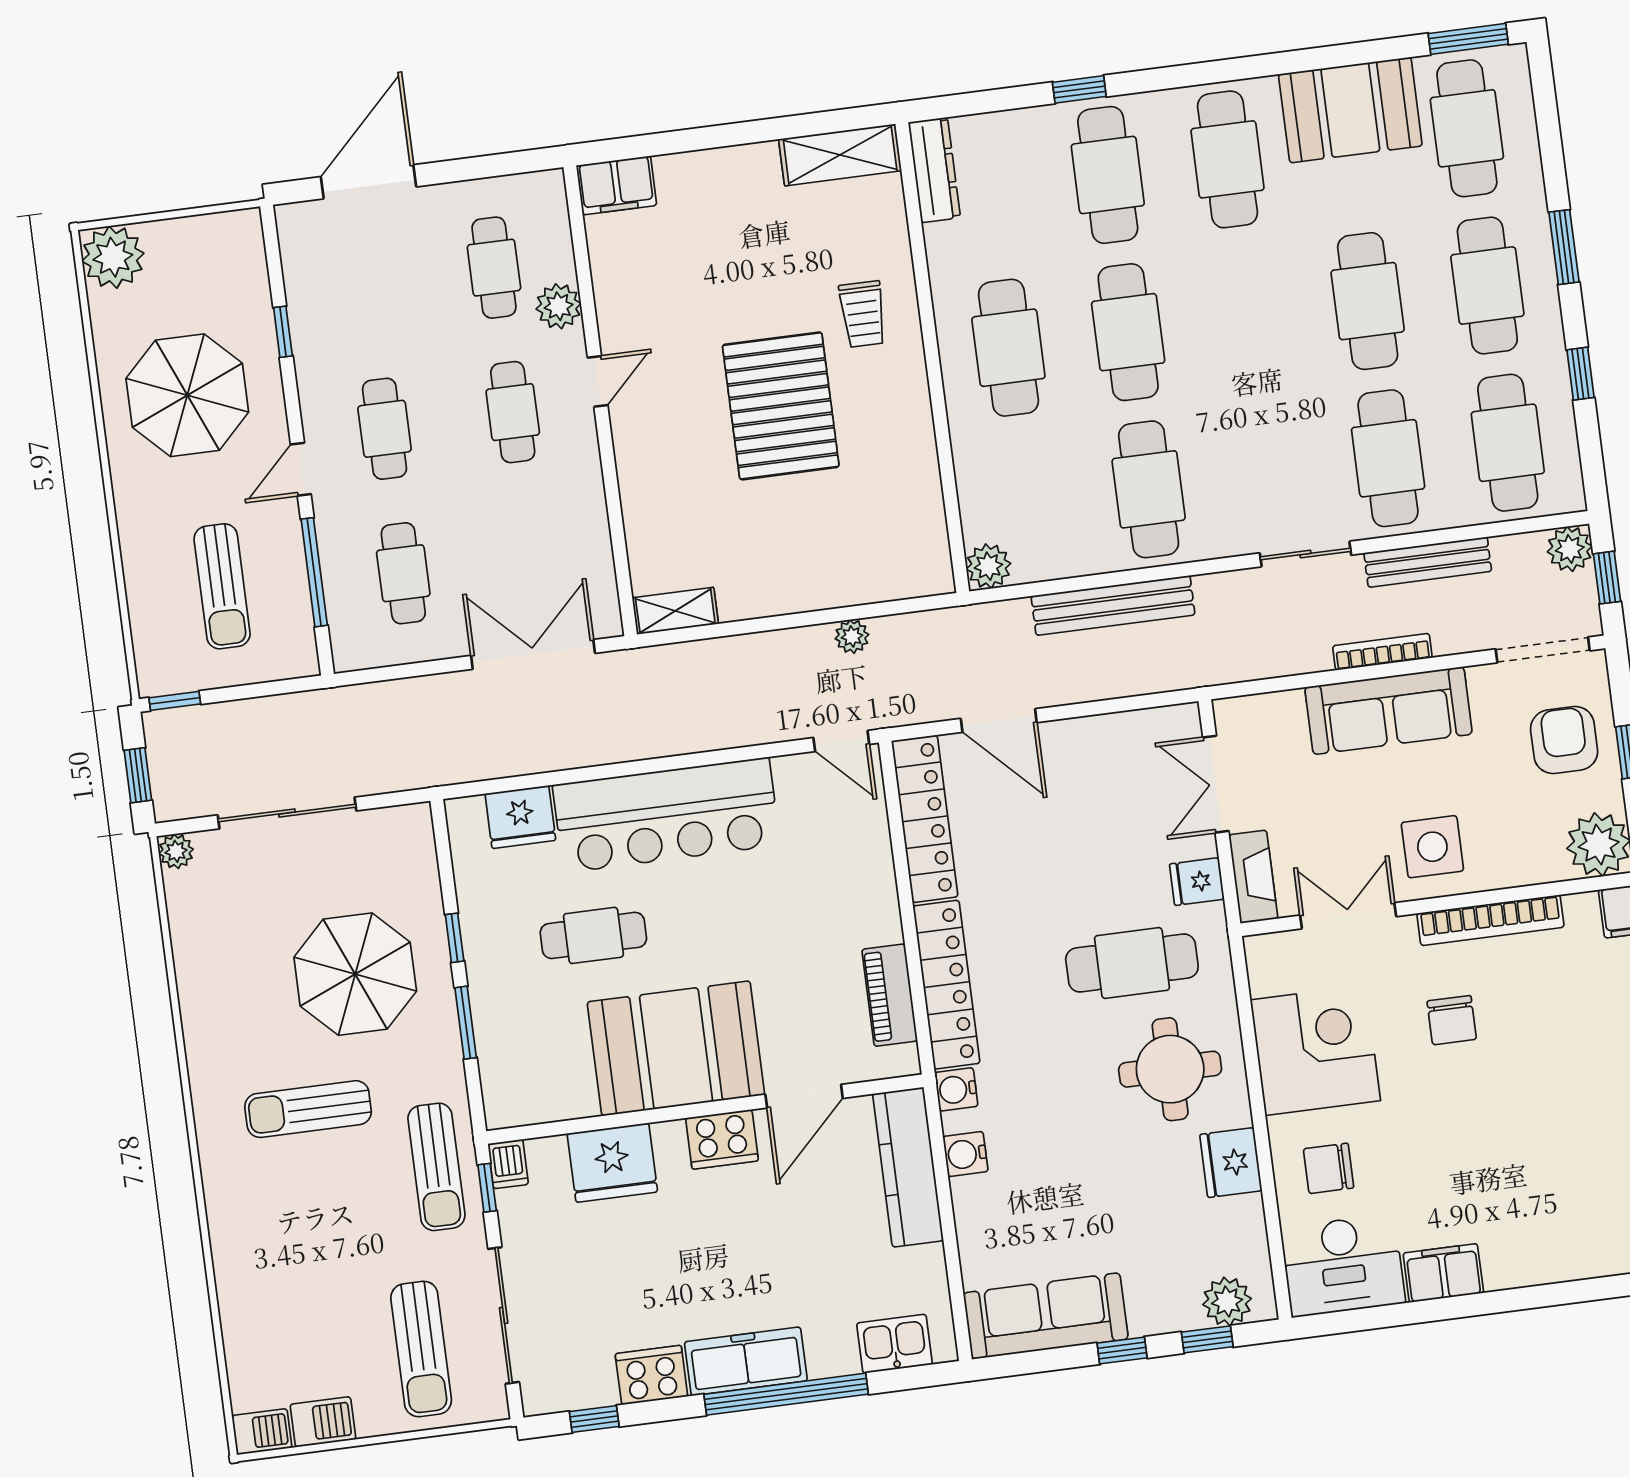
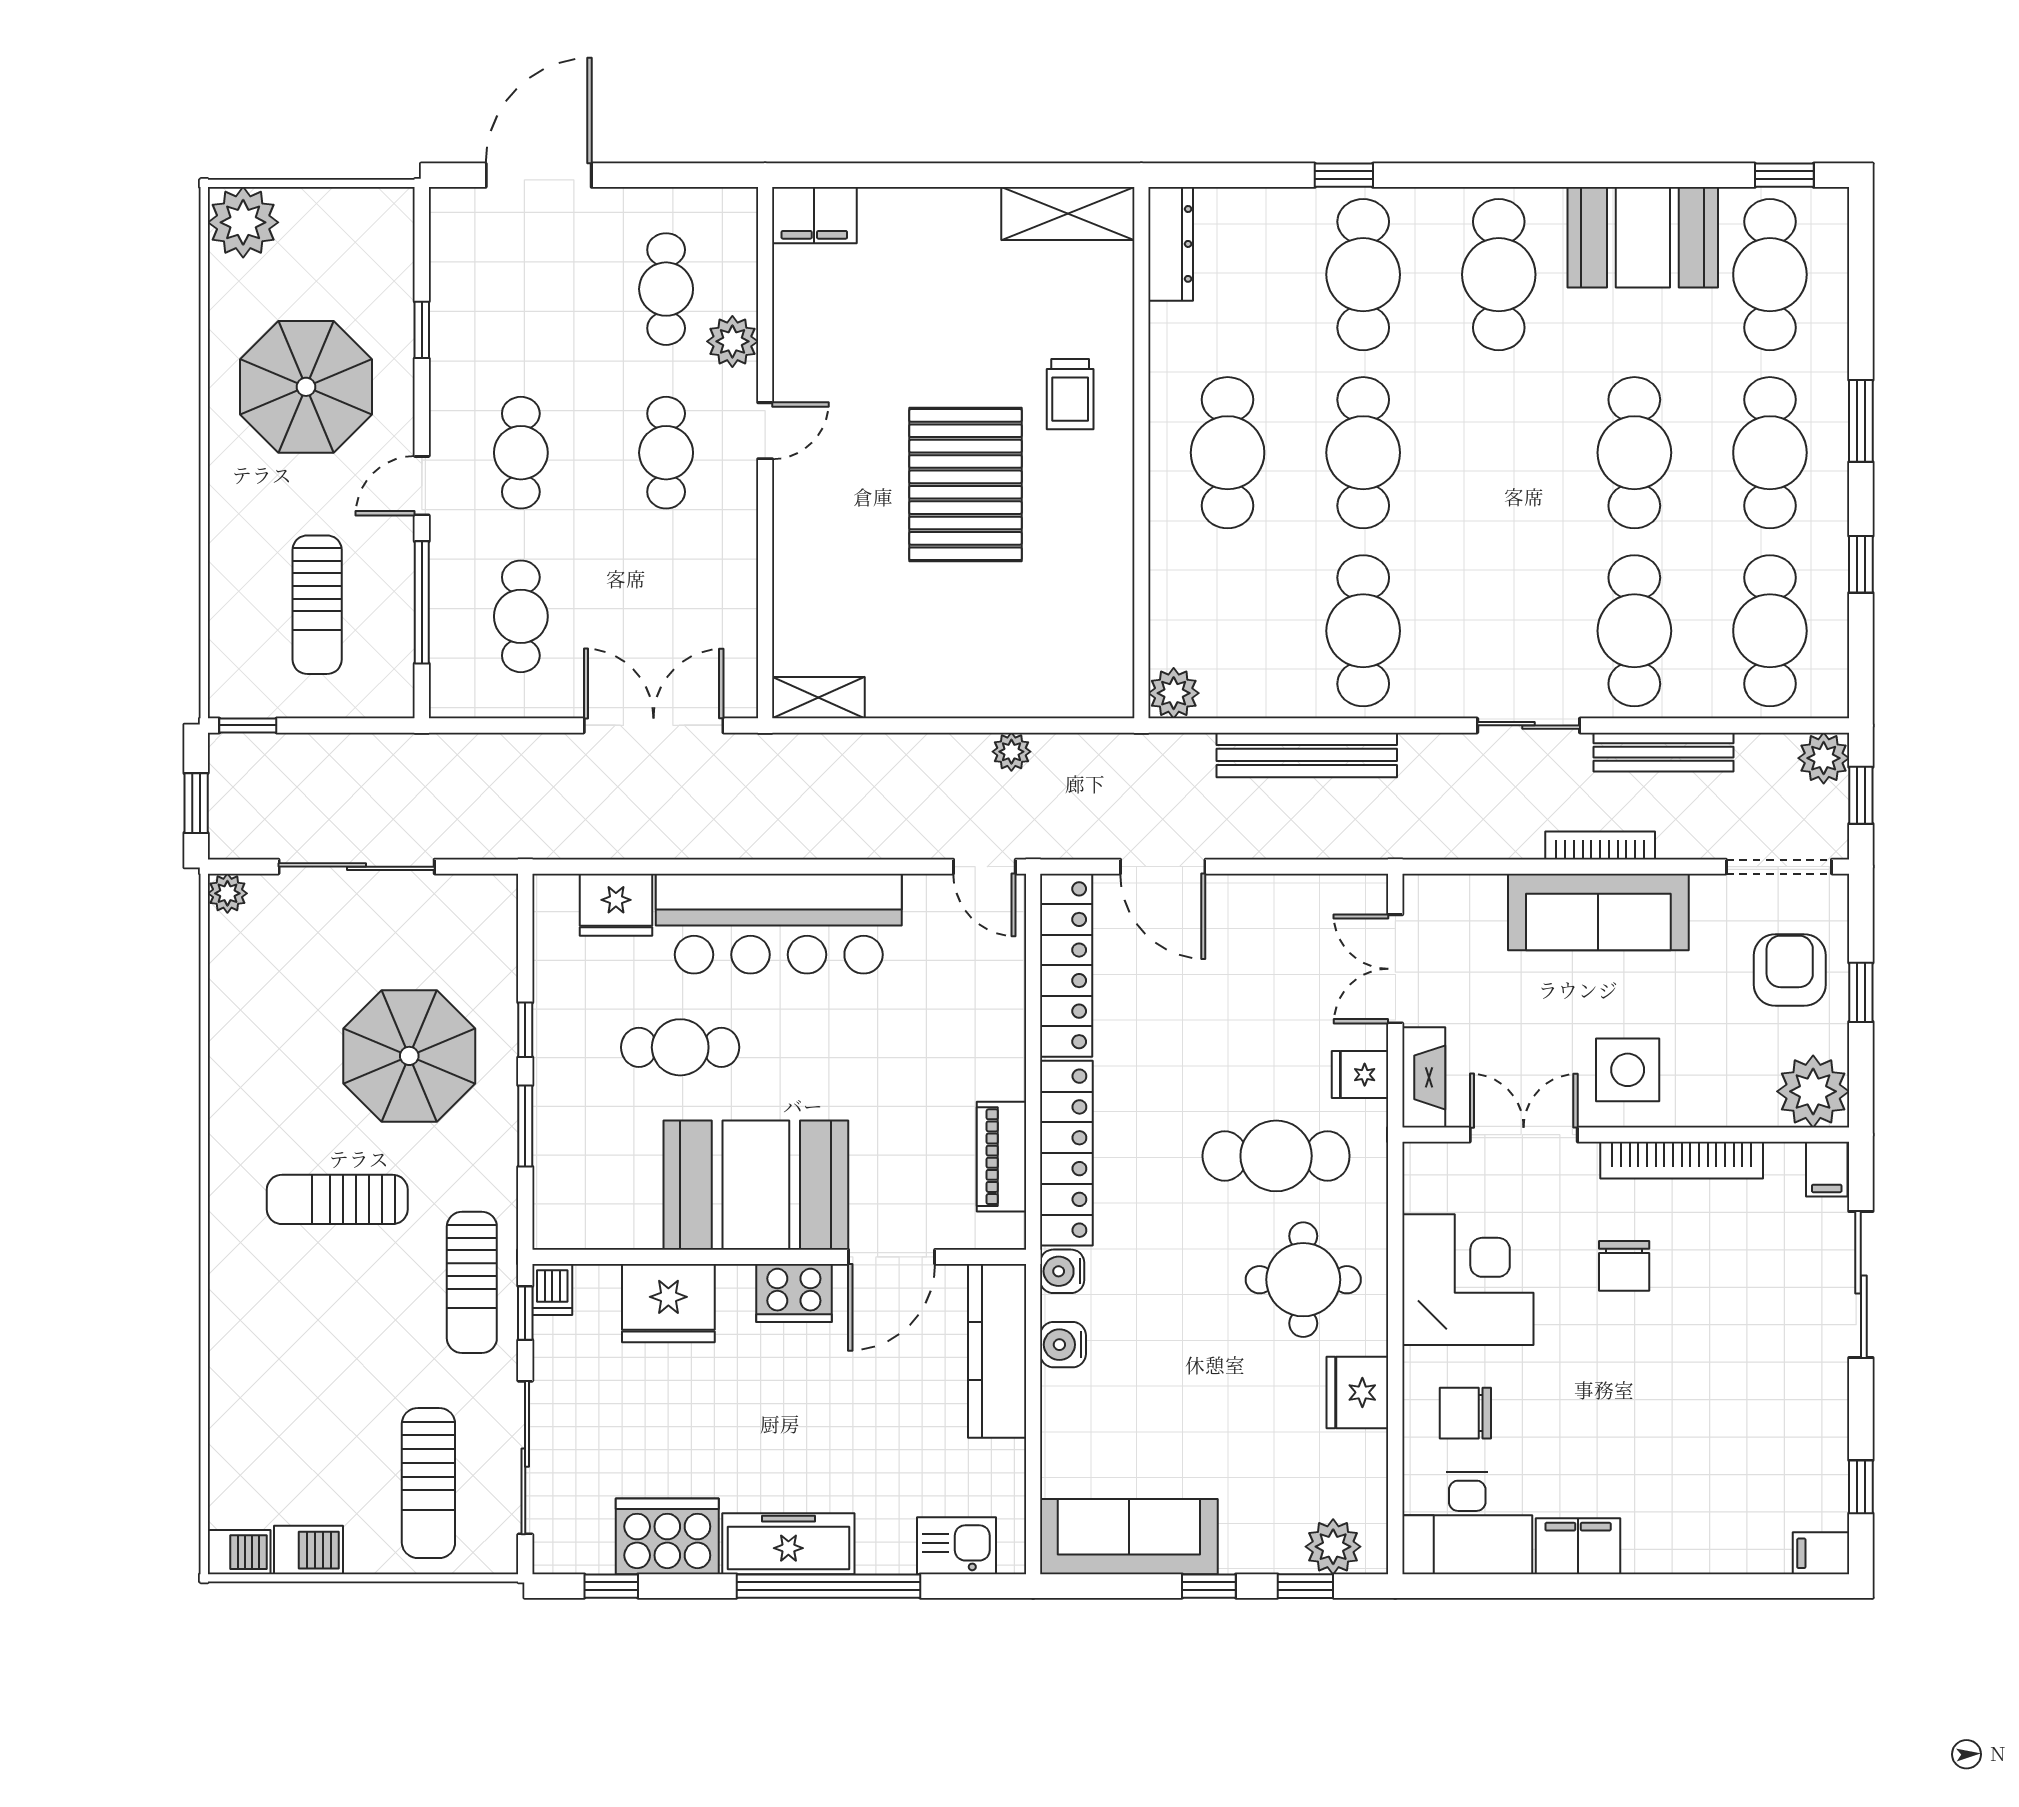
window: (1468, 39) -> (1784, 175), width x0.67
cooker: (651, 1375) -> (667, 1536), width x1.37, depth x1.31

